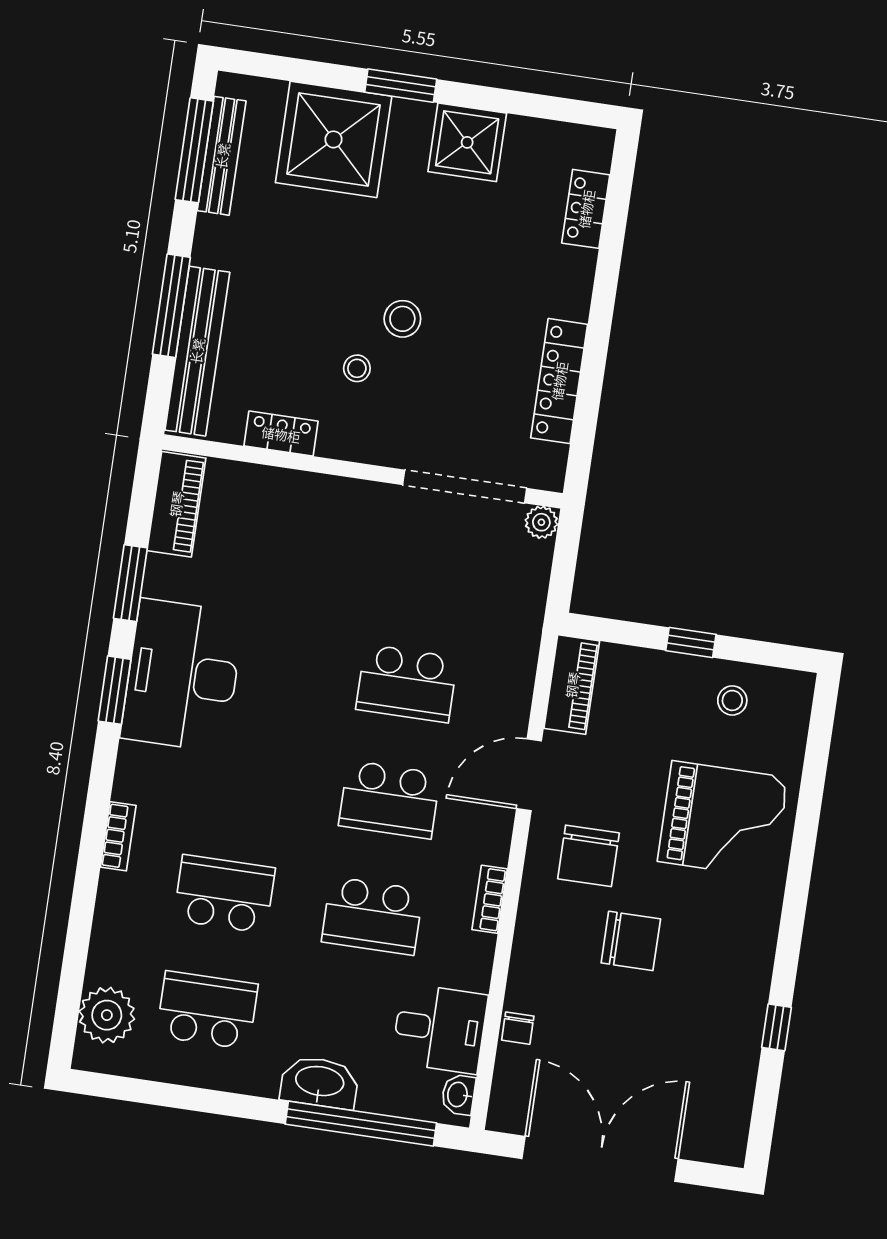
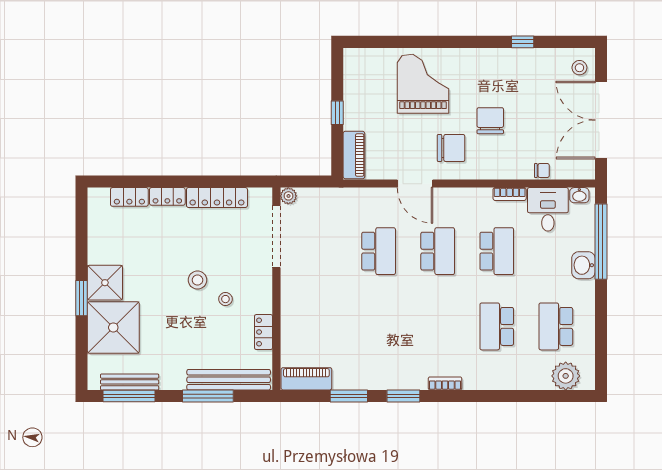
shower: (467, 142) -> (105, 283), moved
locker: (576, 284) -> (167, 196), added
desk: (182, 675) -> (391, 363), removed
piano: (572, 685) -> (354, 155), moved, turned 90
stool: (732, 700) -> (579, 68), moved
bookcase: (118, 836) -> (445, 383), moved
bookcase: (490, 899) -> (510, 194), moved
washbasin: (320, 1082) -> (583, 265), width x0.72

